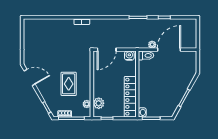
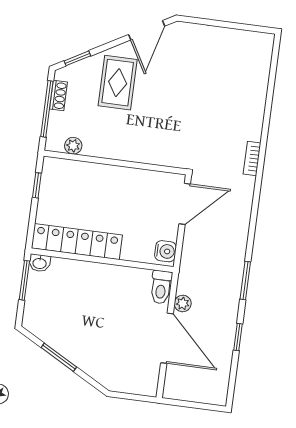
door: (107, 50) -> (185, 204), swing flipped
rug: (69, 84) -> (118, 83), moved, turned 90
plant: (99, 103) -> (72, 172), removed

